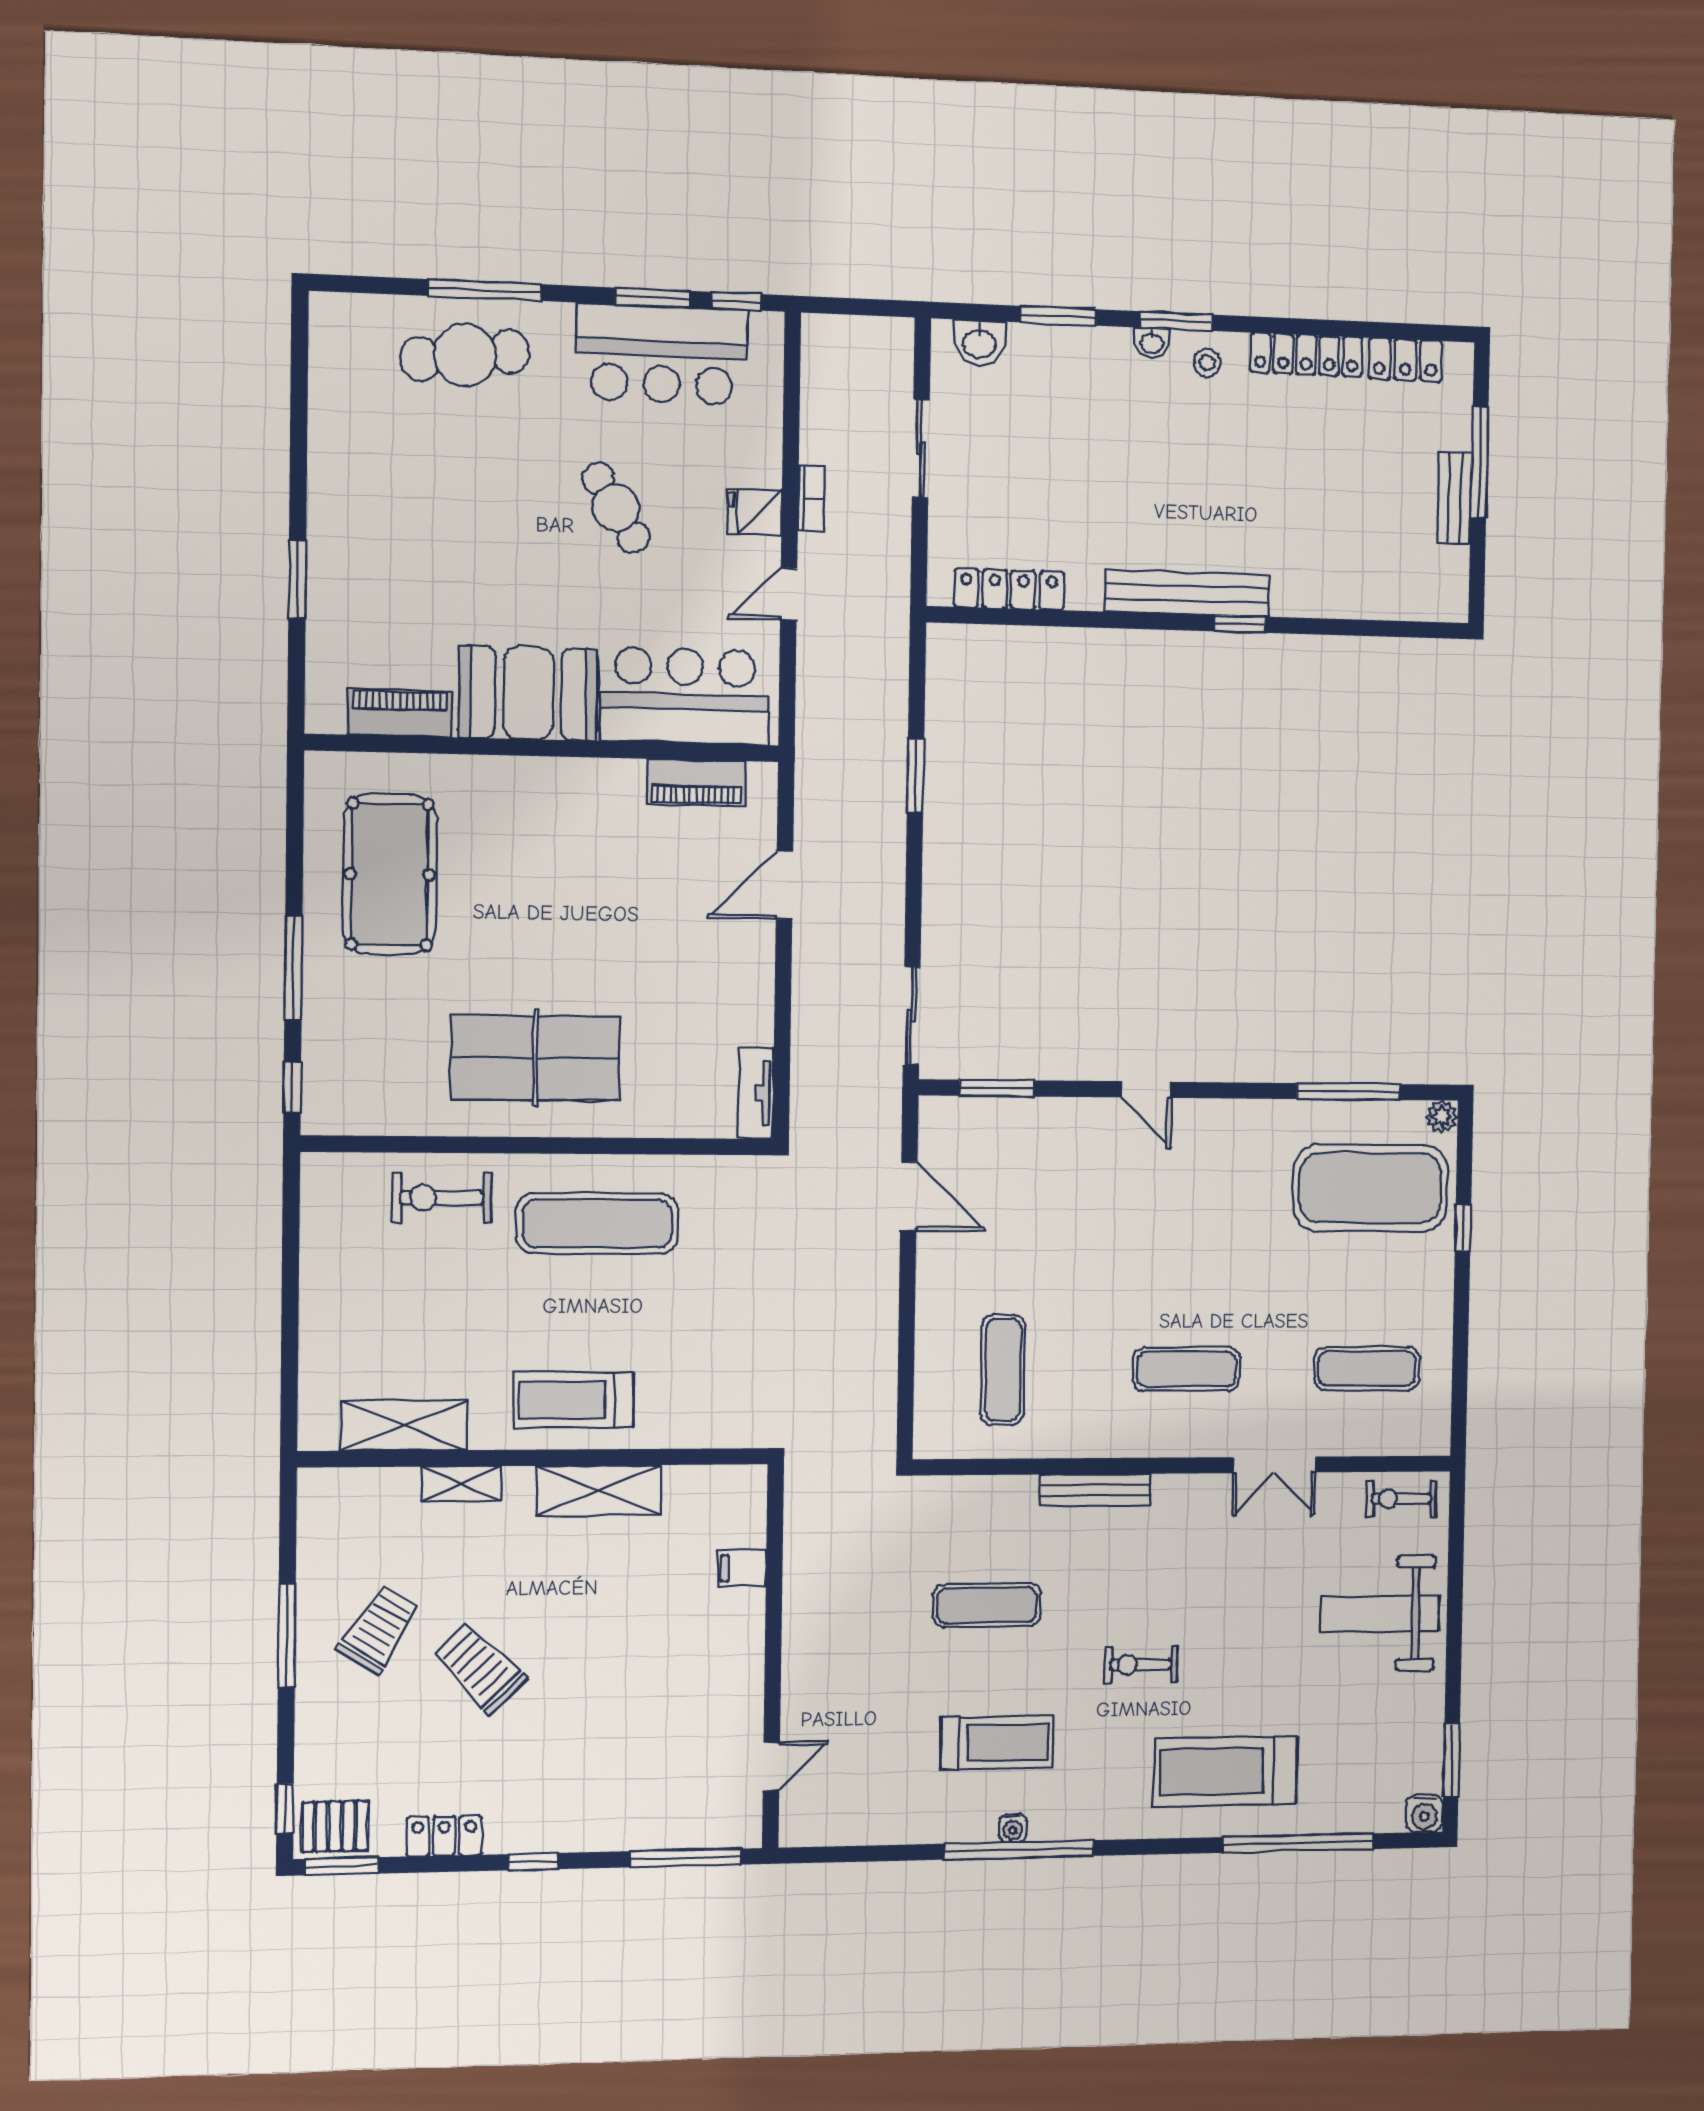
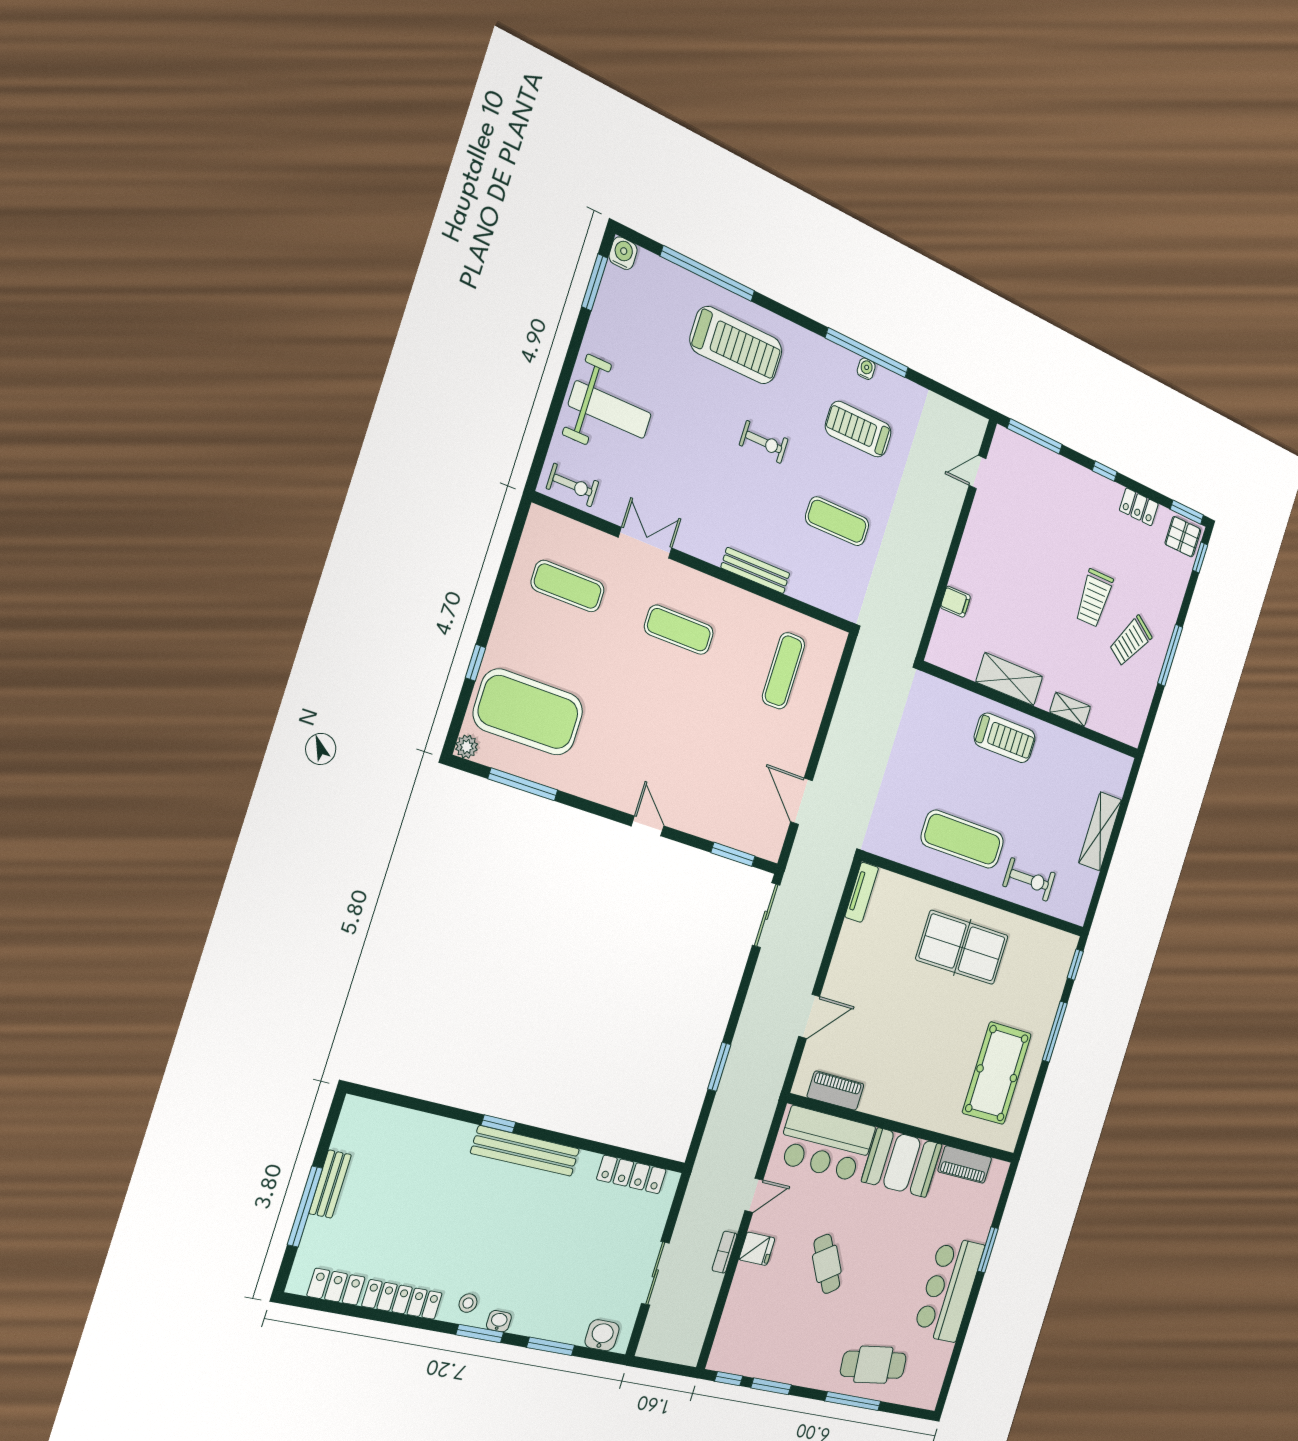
bar counter: (662, 354) -> (949, 1289), moved, turned -90
shelving: (404, 1425) -> (1100, 831), moved, turned 90
trolley: (480, 1668) -> (1094, 598), turned 44

